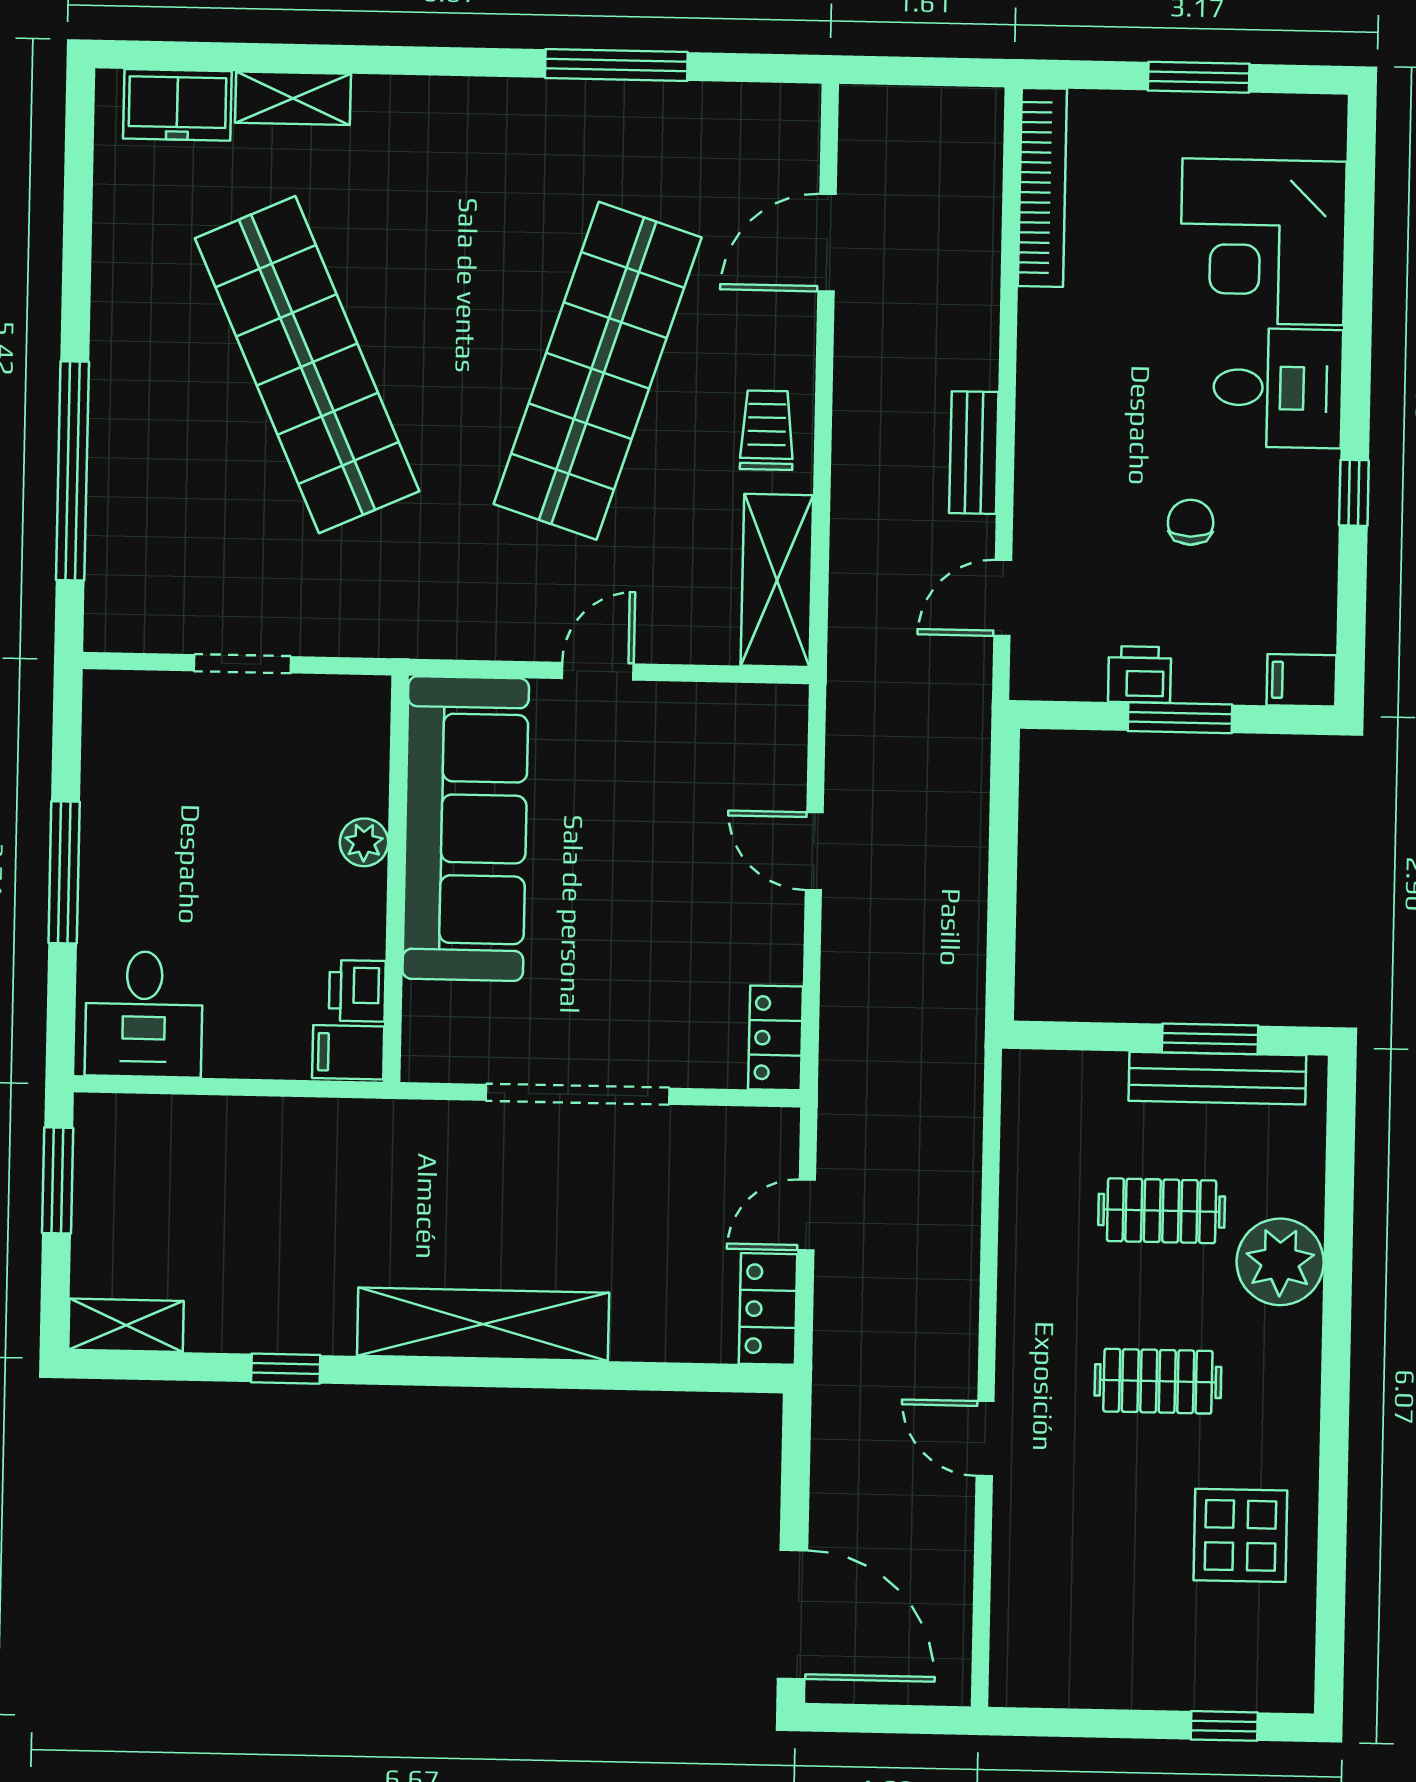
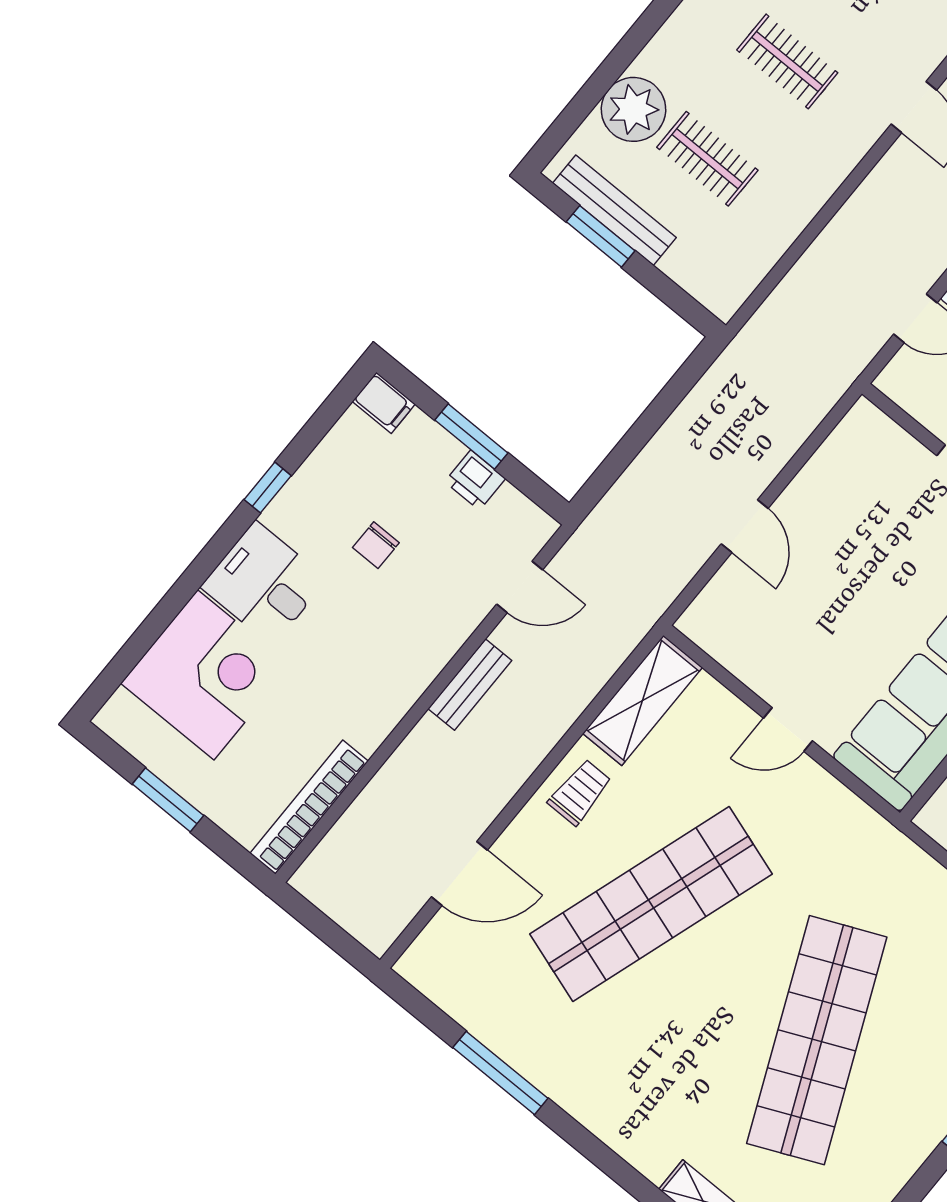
trolley: (767, 430) -> (580, 792), turned 180
locker: (775, 1038) -> (852, 435), removed
plant: (1280, 1262) -> (633, 109), moved

